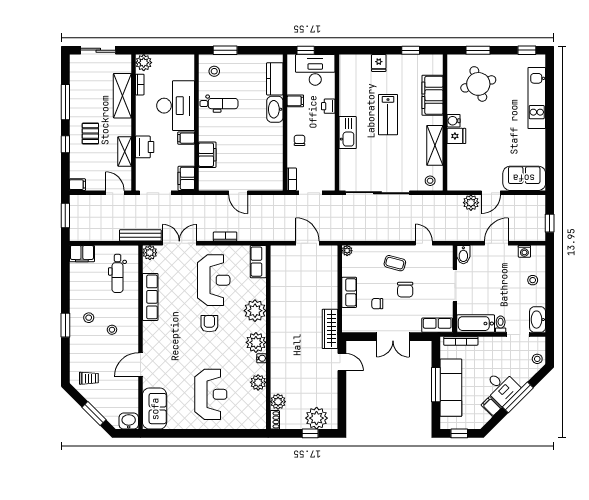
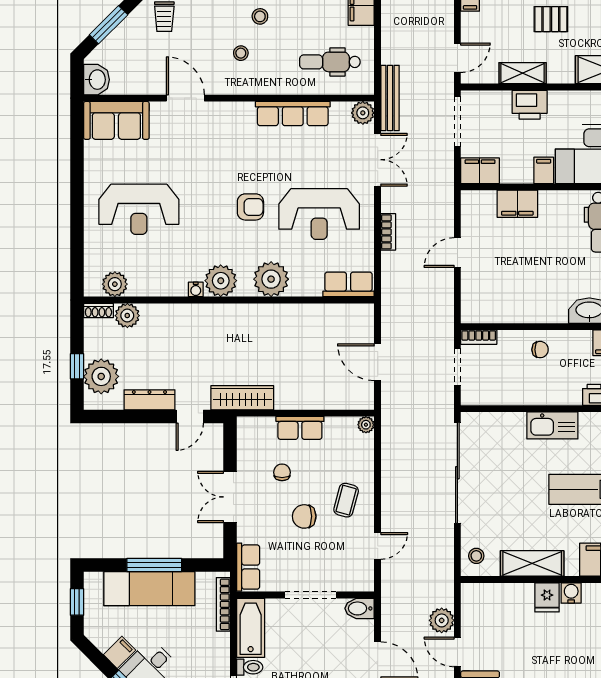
door: (308, 243) -> (378, 362), swing flipped
plant: (258, 382) -> (115, 284), moved
dresser: (331, 388) -> (149, 400), added

